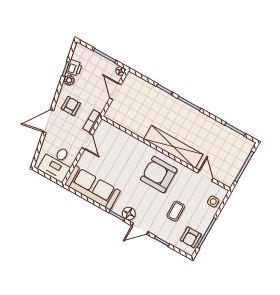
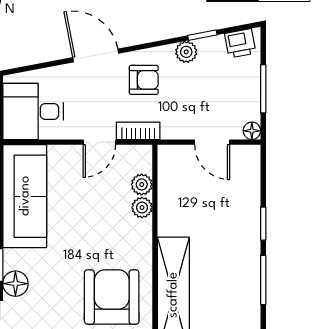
printer: (74, 68) -> (240, 43), moved
door: (115, 91) -> (212, 142), swing flipped
plant: (117, 133) -> (142, 184), added
plant: (127, 139) -> (142, 208), added

